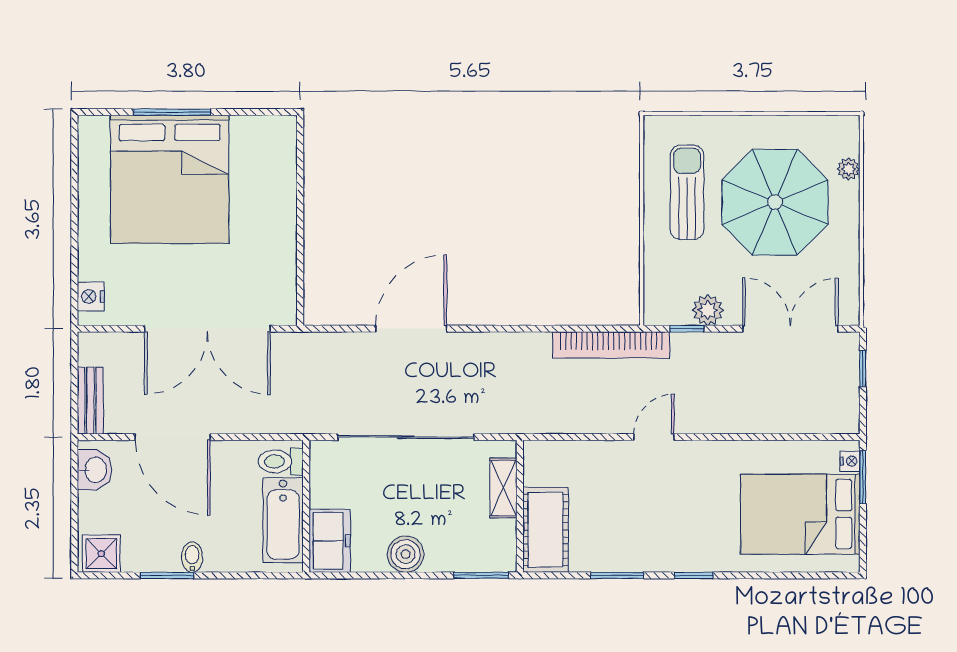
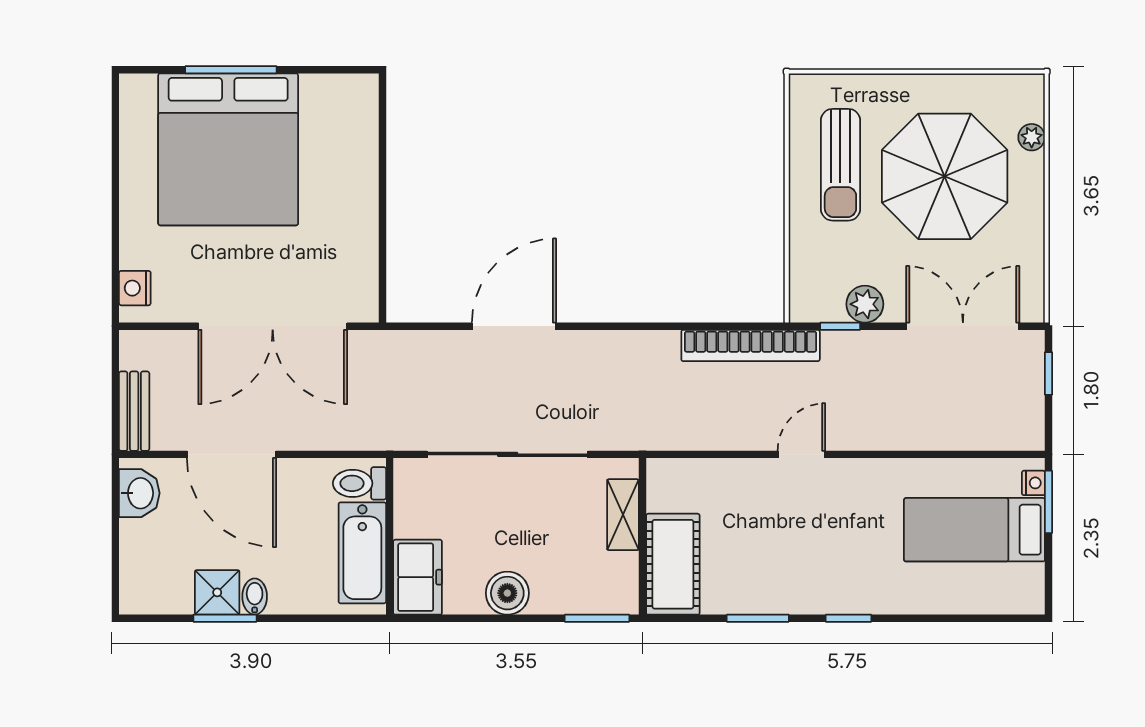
sun lounger: (687, 192) -> (840, 165), turned 180
bed: (800, 514) -> (974, 530), width x0.67
shower: (101, 554) -> (217, 592), moved

